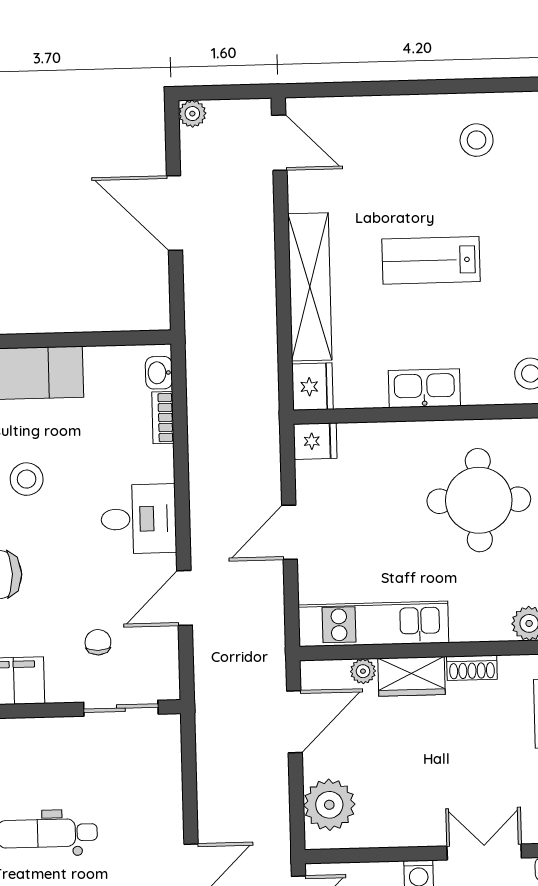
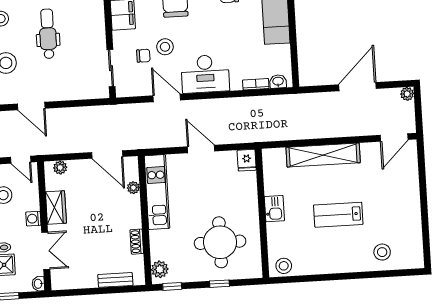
stool: (477, 140) -> (382, 252), moved
lab bench: (431, 260) -> (338, 215), turned -90
fridge: (312, 387) -> (274, 158), removed
kitchen sink: (424, 388) -> (274, 209), width x0.73
stool: (27, 479) -> (165, 47), moved
desk: (139, 519) -> (205, 74), width x1.37
wardrobe: (412, 676) -> (56, 208), moved, turned 180
plant: (329, 805) -> (60, 168), width x0.53, depth x0.53

